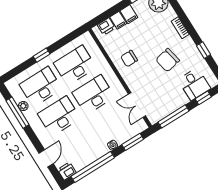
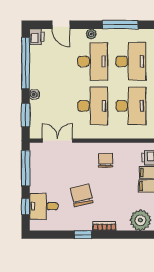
window: (204, 50) -> (83, 235), moved
plant: (23, 106) -> (91, 34), moved

